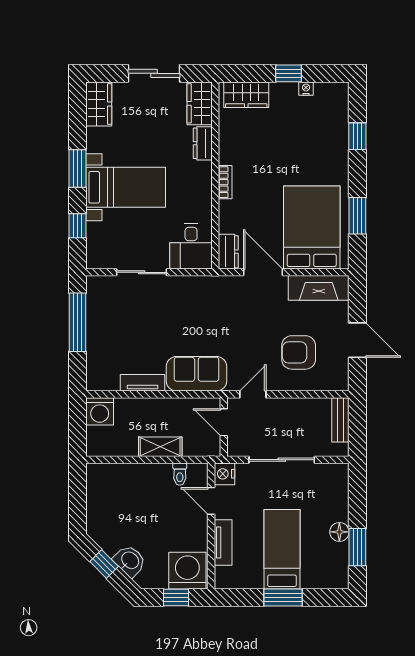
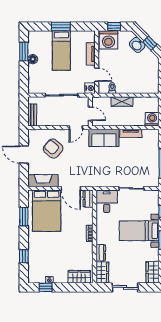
window: (288, 73) -> (46, 287), moved
armchair: (299, 352) -> (53, 149), turned -140

